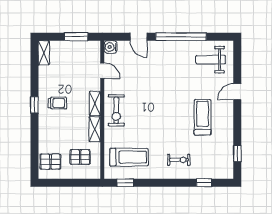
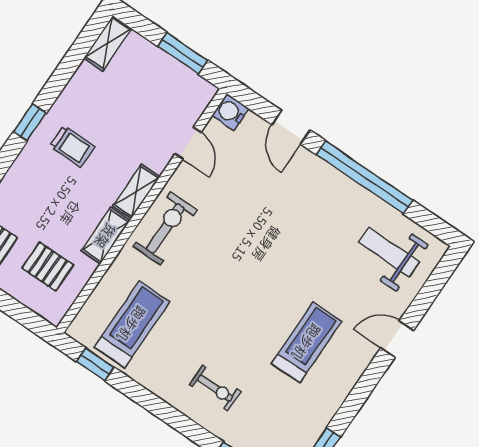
exercise bike: (116, 110) -> (165, 228), turned 180
treadmill: (129, 157) -> (132, 324), turned -90

